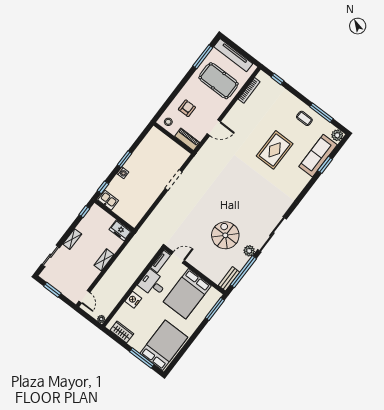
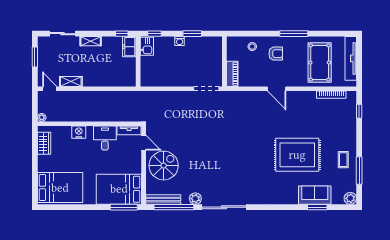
window: (203, 57) -> (294, 34), moved
wall: (173, 138) -> (224, 61), moved
piano: (187, 139) -> (232, 74), moved
rug: (275, 150) -> (297, 155), width x1.37, depth x1.44
sofa: (318, 156) -> (315, 195), width x0.73
freezer: (120, 230) -> (129, 47), moved
spiral stairs: (225, 235) -> (164, 166), moved
shelving: (104, 260) -> (71, 82), moved
bench: (229, 279) -> (163, 200), width x1.36
bed: (187, 294) -> (119, 189), moved
door: (84, 297) -> (50, 89), swing flipped
window: (142, 358) -> (35, 177), removed

